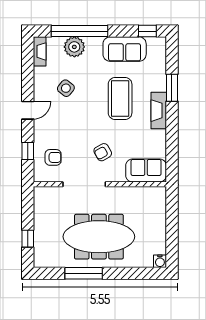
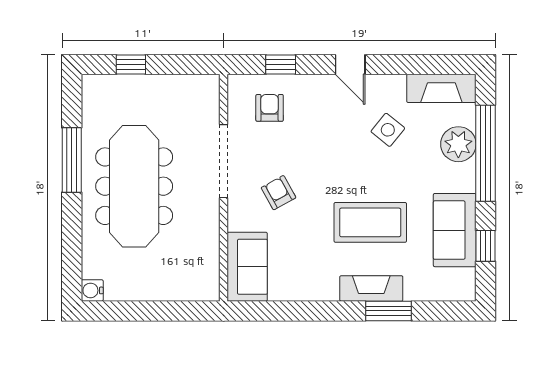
window: (147, 31) -> (486, 246), moved
fireplace: (40, 51) -> (441, 88), width x1.37, depth x1.32
fireplace: (159, 111) -> (371, 288), moved
armchair: (53, 157) -> (270, 108), turned 180

